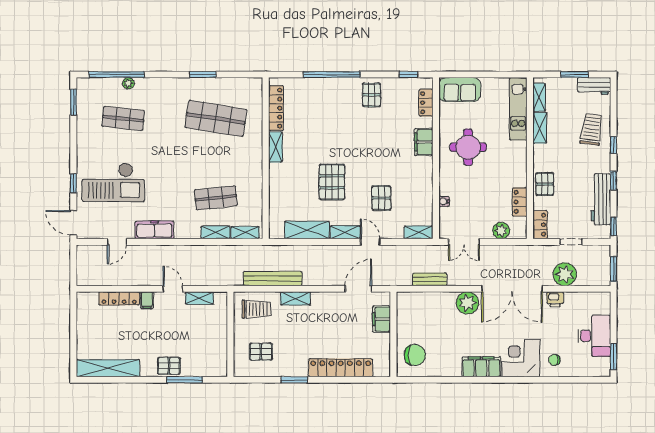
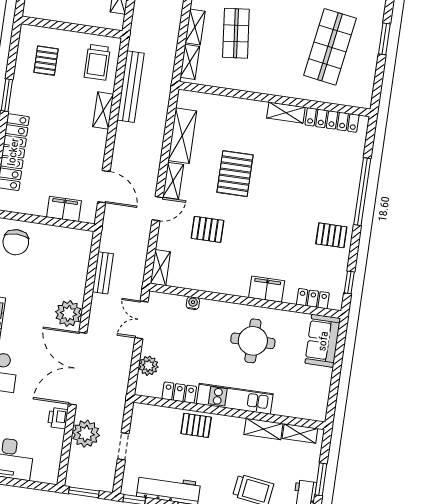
kitchen unit: (518, 109) -> (235, 399), moved
pallet: (332, 182) -> (235, 174), turned 90
locker: (540, 225) -> (149, 413), removed

